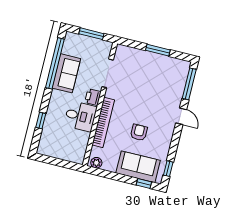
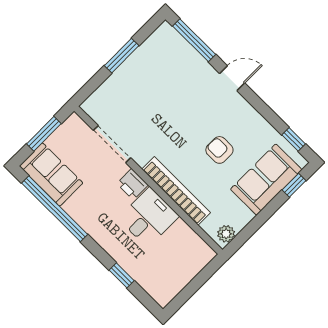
sofa: (66, 73) -> (51, 174), moved

